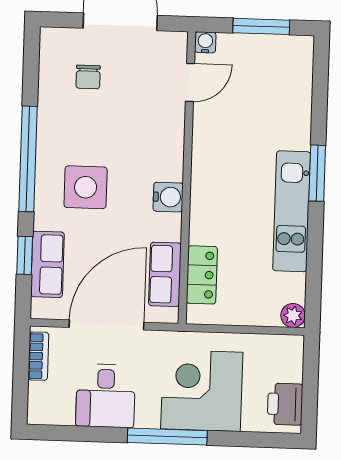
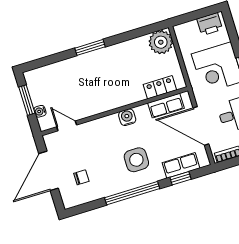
water cooler: (205, 42) -> (40, 111), moved
kitchen unit: (292, 211) -> (113, 54), removed
plant: (293, 315) -> (161, 42), width x1.87, depth x1.87

